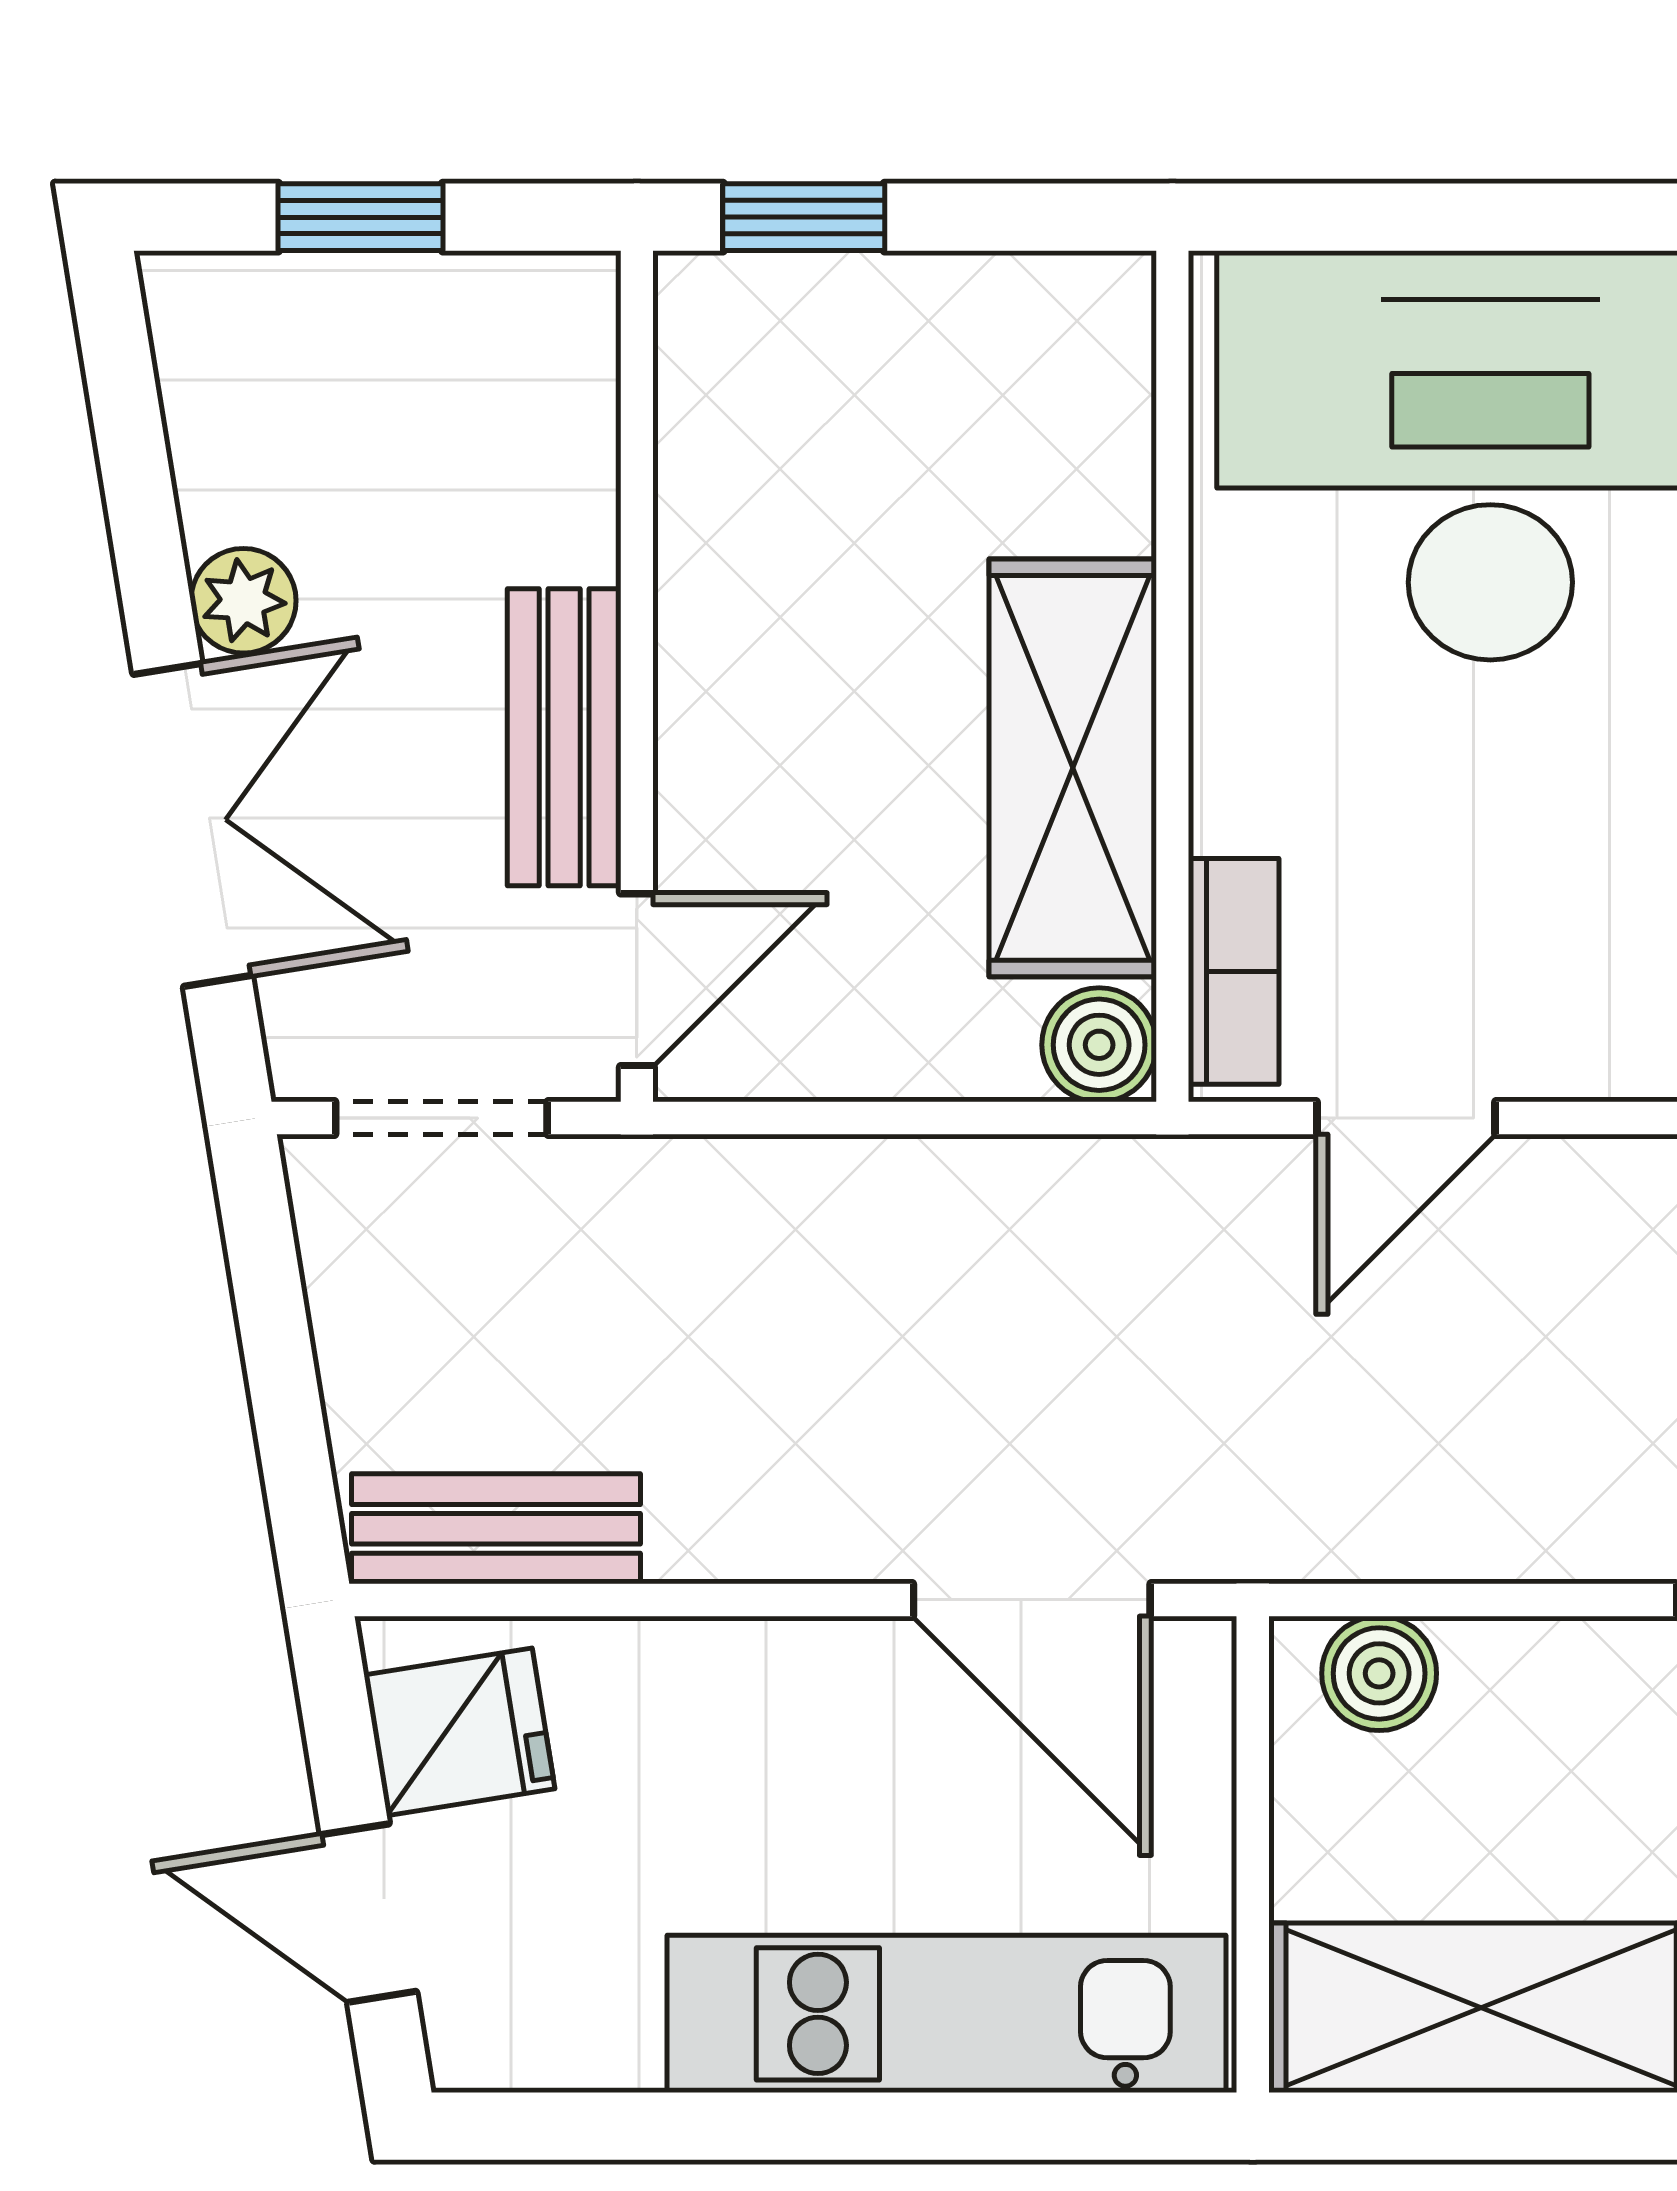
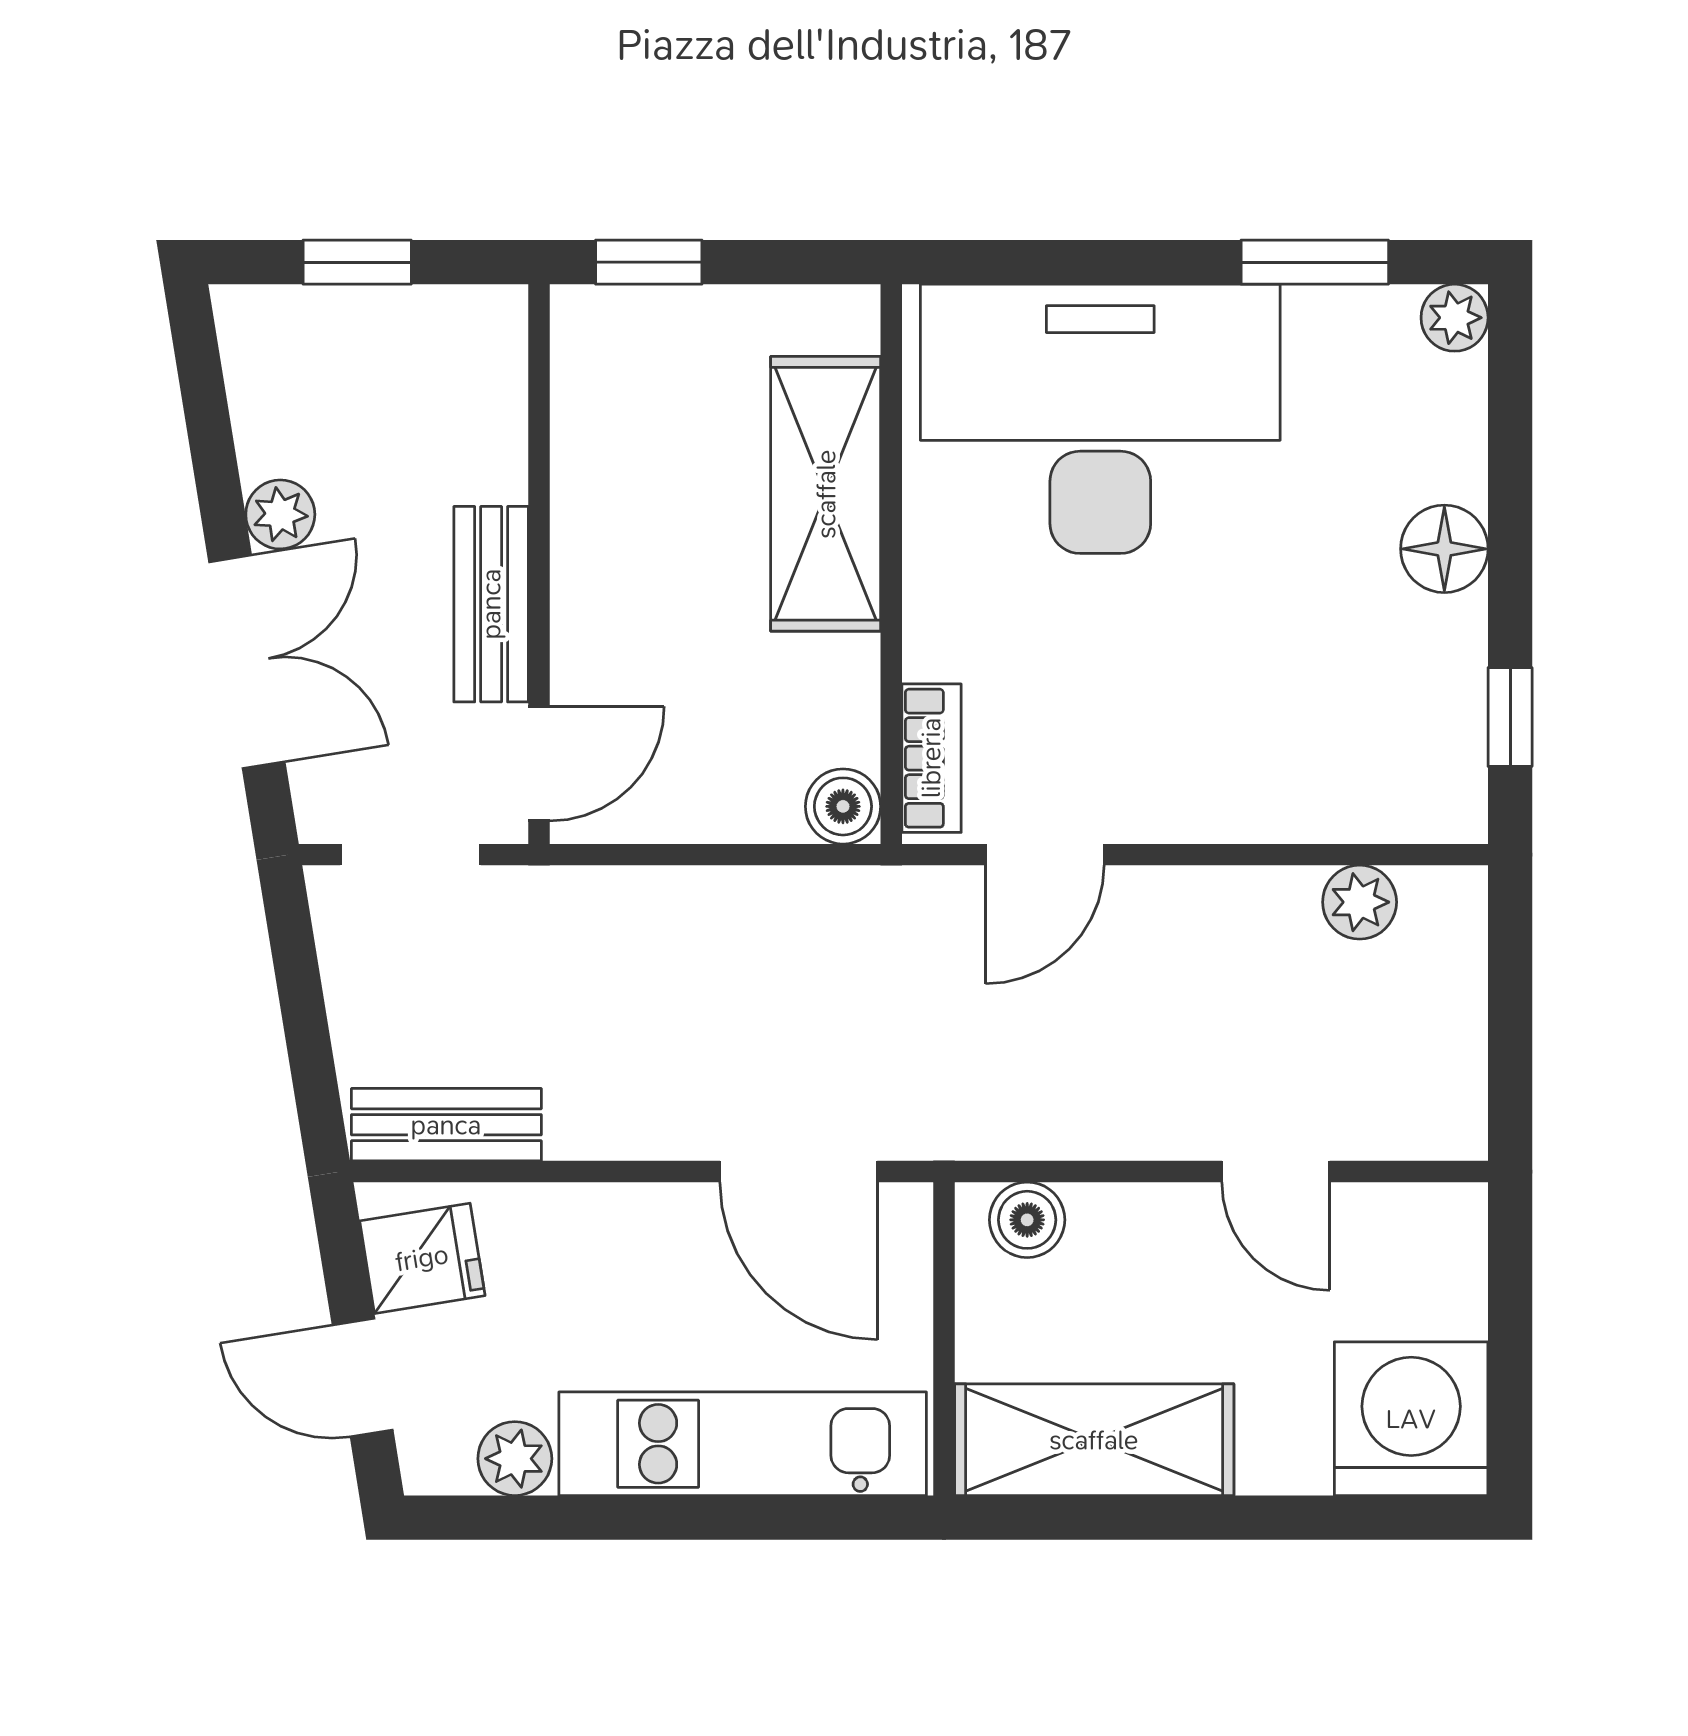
shelving: (1073, 768) -> (826, 494), moved
plant: (600, 2036) -> (515, 1459), added

